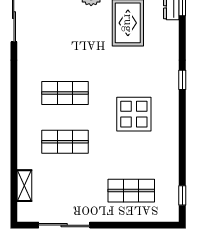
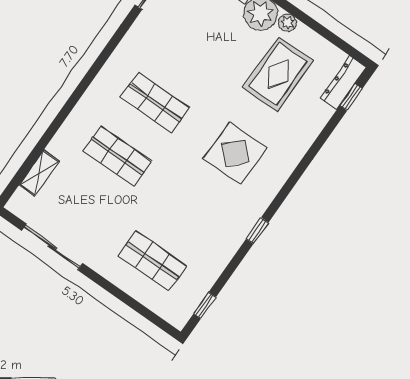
window: (182, 80) -> (257, 231), moved
display table: (134, 114) -> (235, 153), moved

